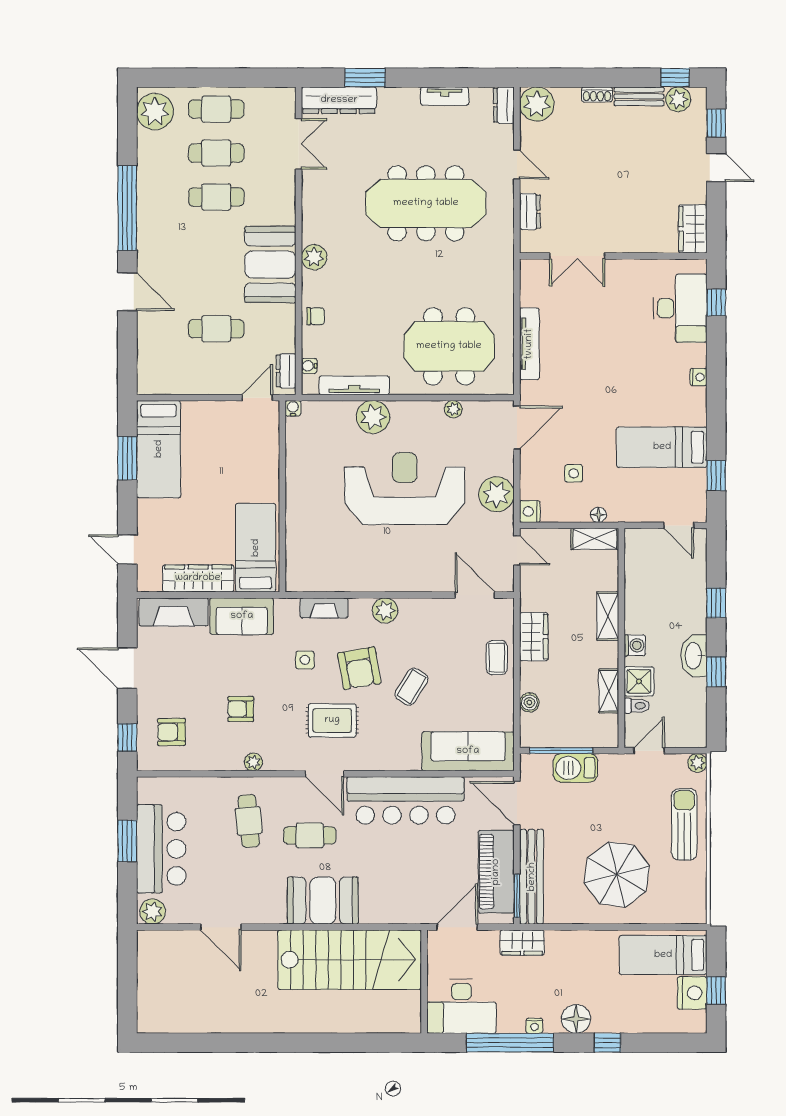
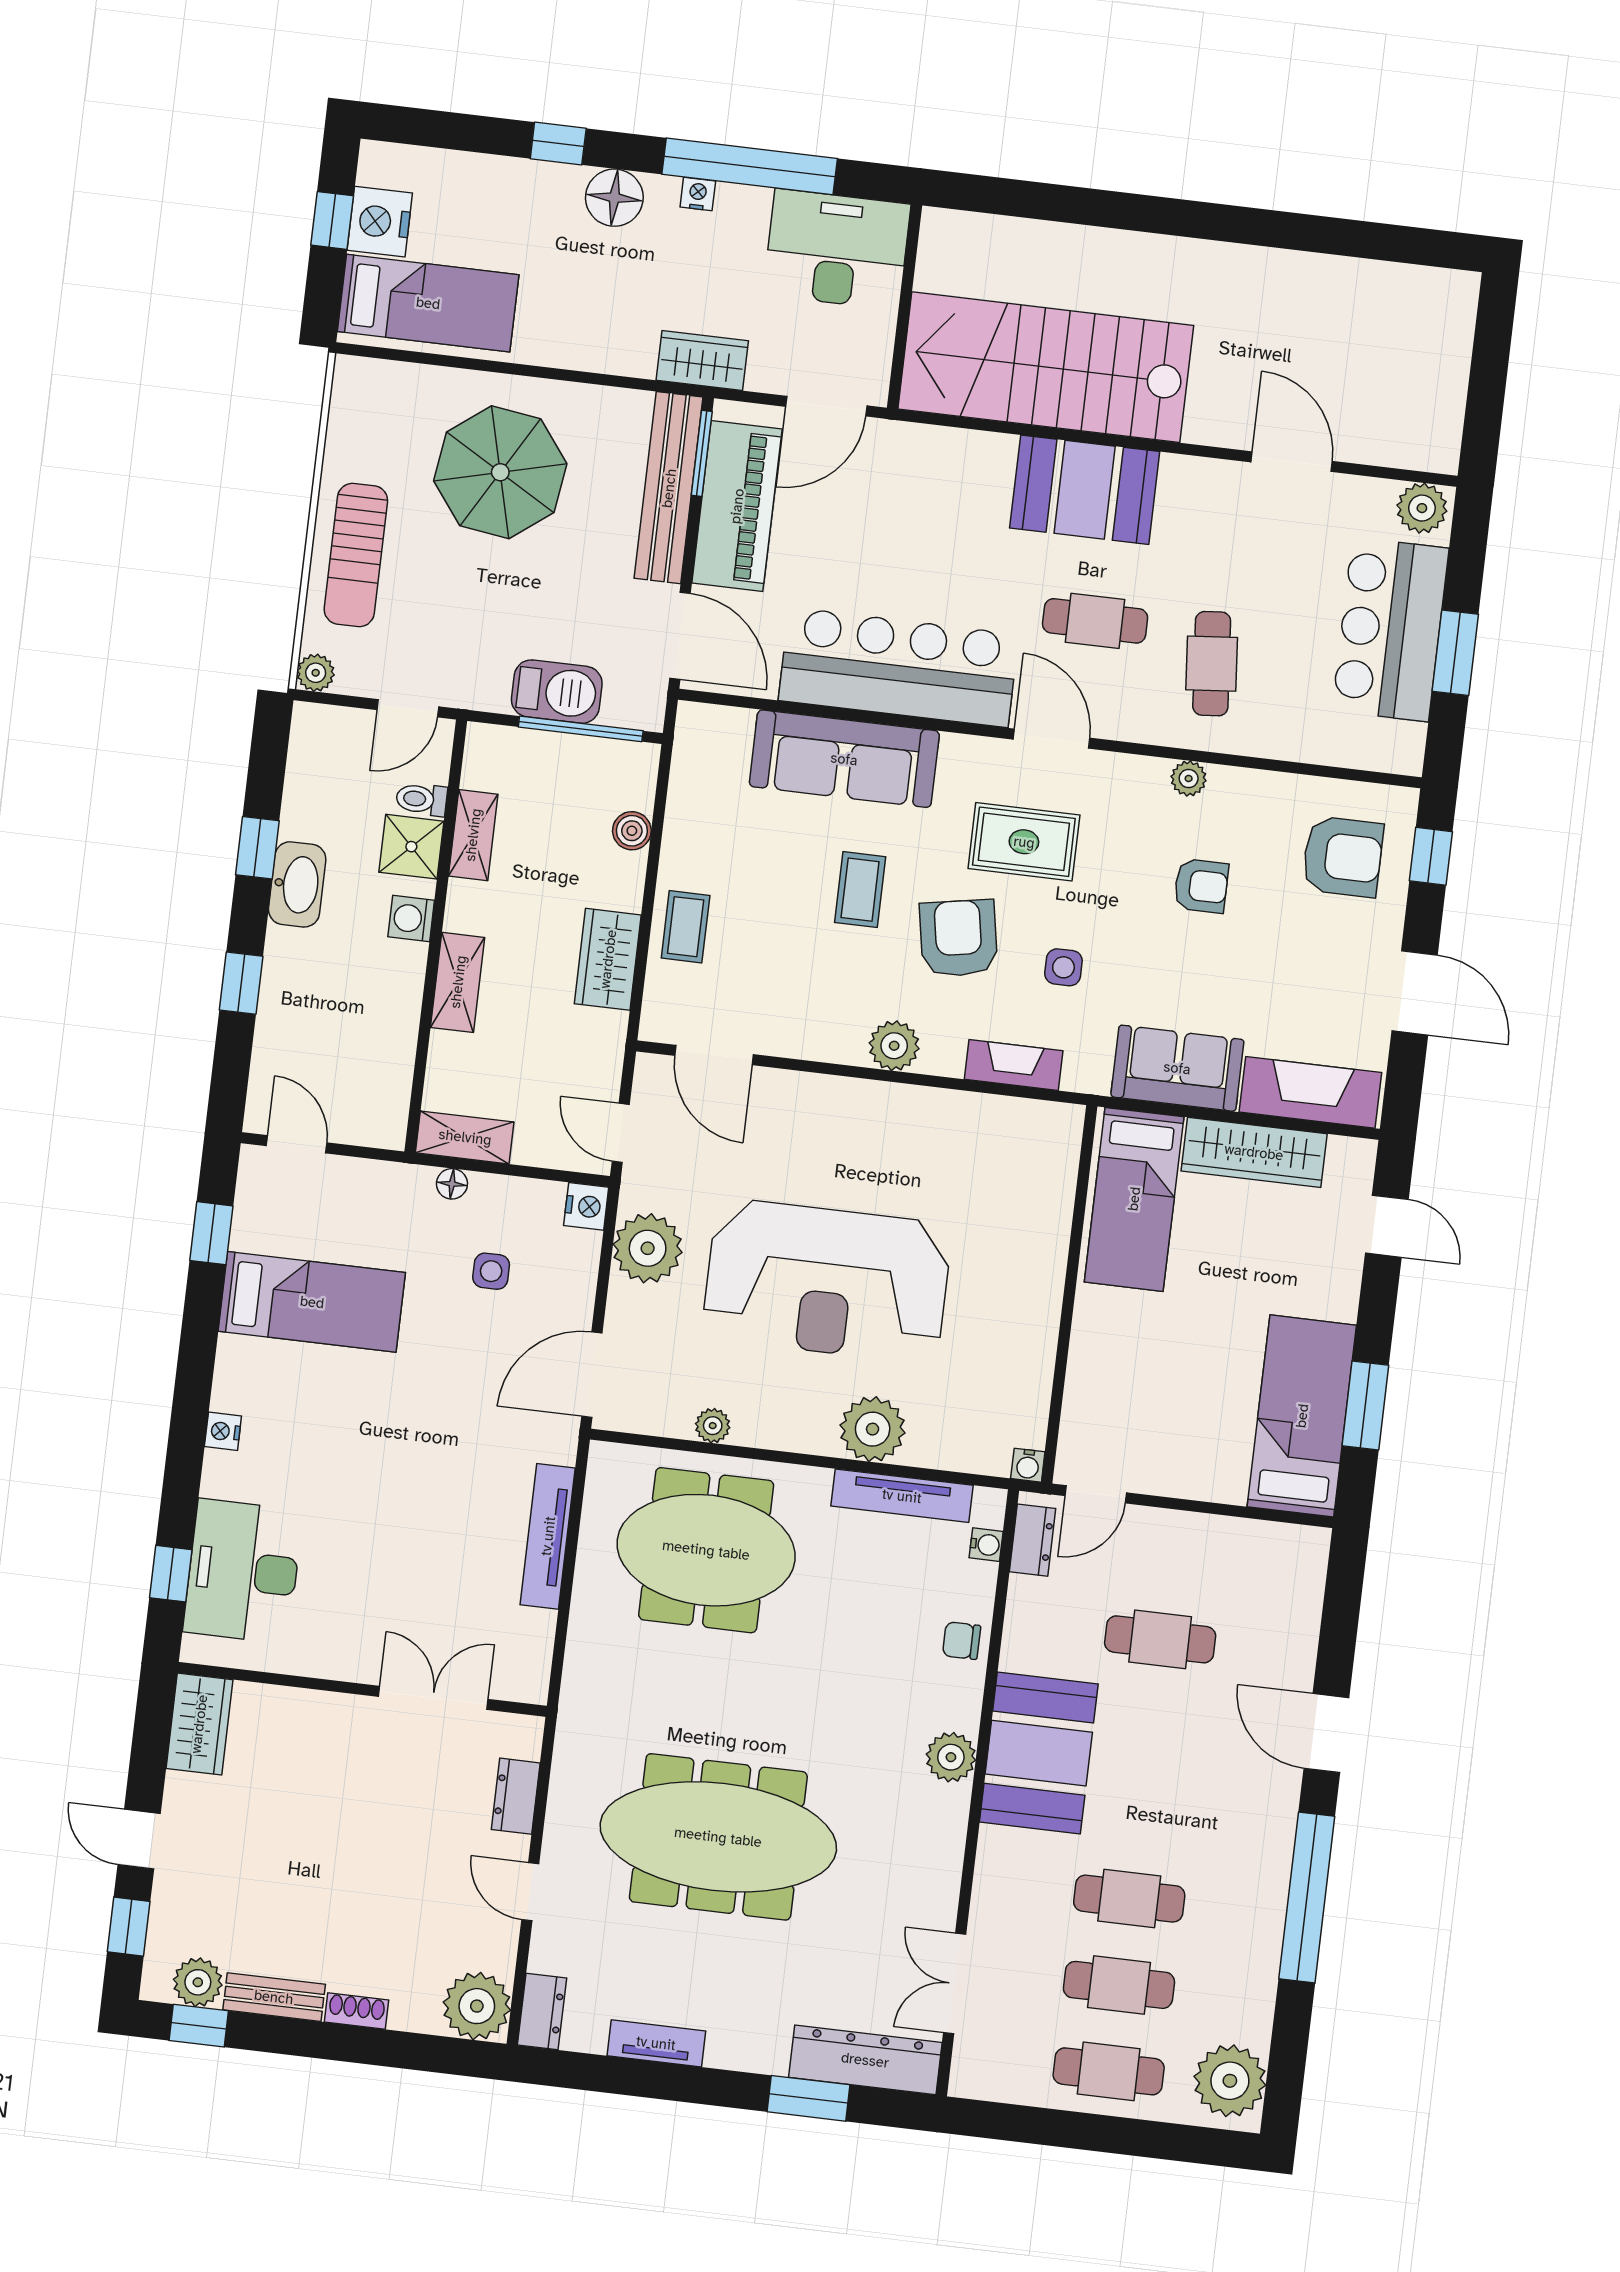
coffee table: (411, 687) -> (860, 890), turned -32
armchair: (172, 732) -> (1343, 857), width x1.38, depth x1.38
sofa: (468, 751) -> (844, 759), moved

